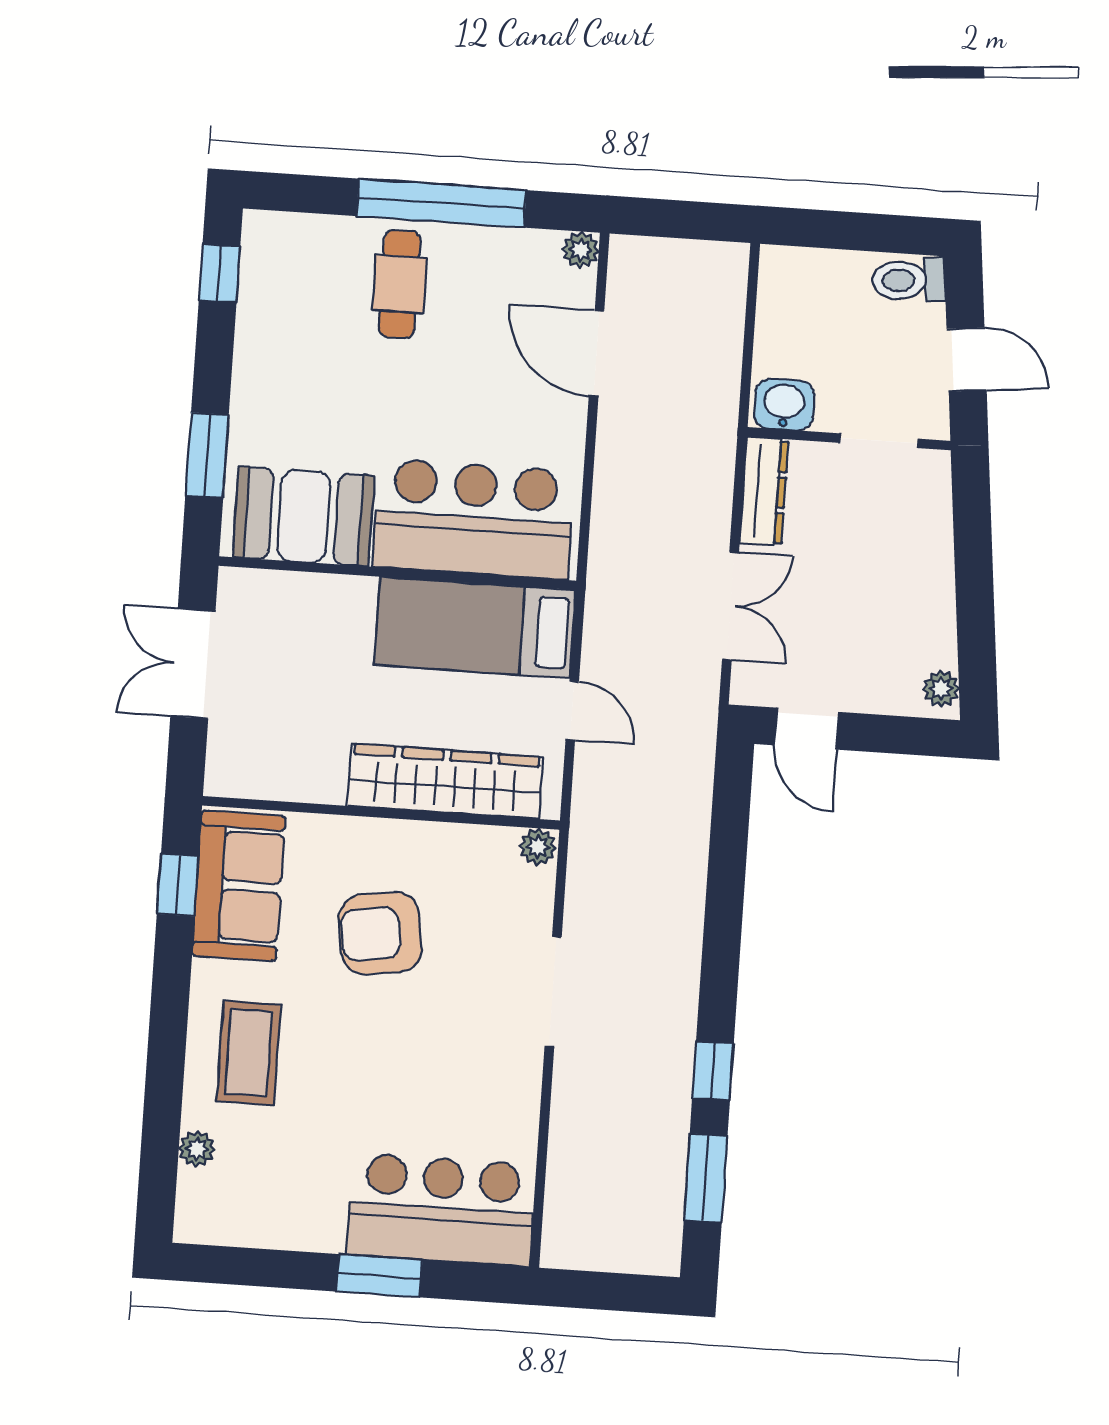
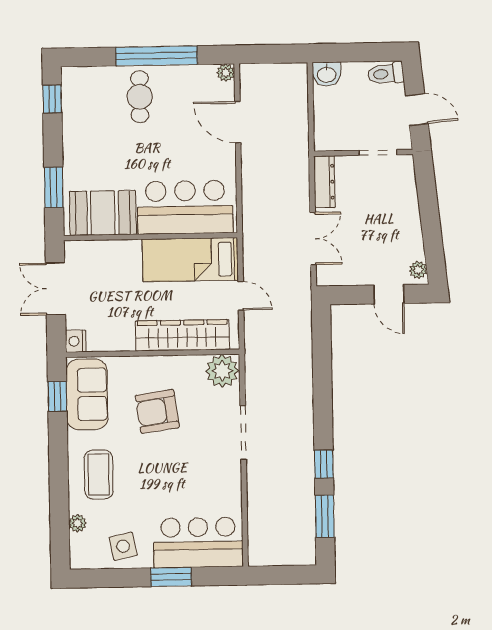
washbasin: (784, 405) -> (327, 74), moved, turned 180
door: (807, 729) -> (389, 294), moved
nightstand: (225, 775) -> (76, 341), added
plant: (538, 847) -> (222, 371), width x1.87, depth x1.87
side table: (286, 1204) -> (123, 546), added

